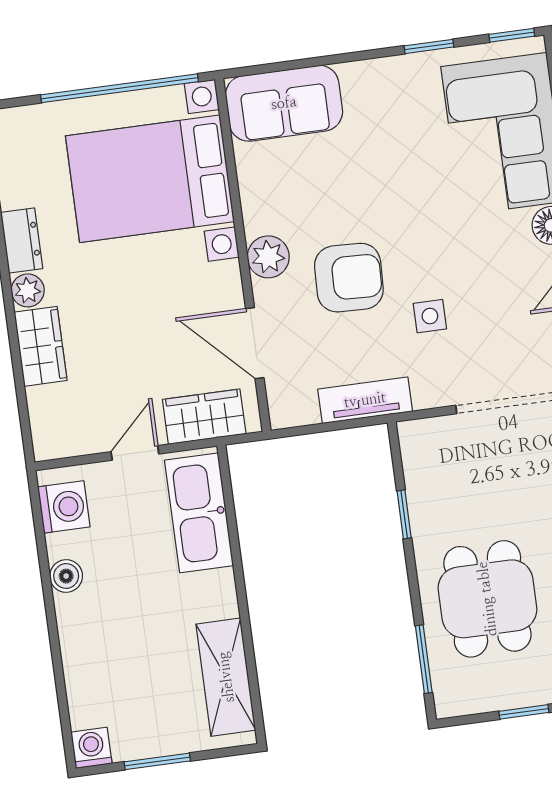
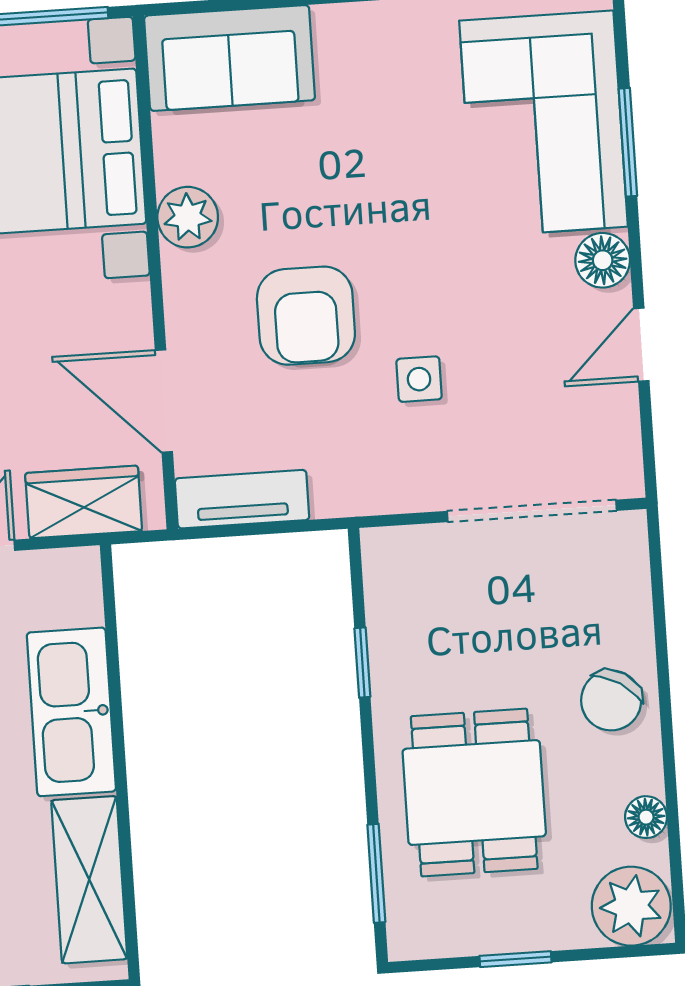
plant: (268, 257) -> (188, 217), moved
armchair: (349, 278) -> (306, 316), turned 88
tv unit: (365, 400) -> (242, 499), moved
kitchen sink: (199, 513) -> (71, 712), moved

